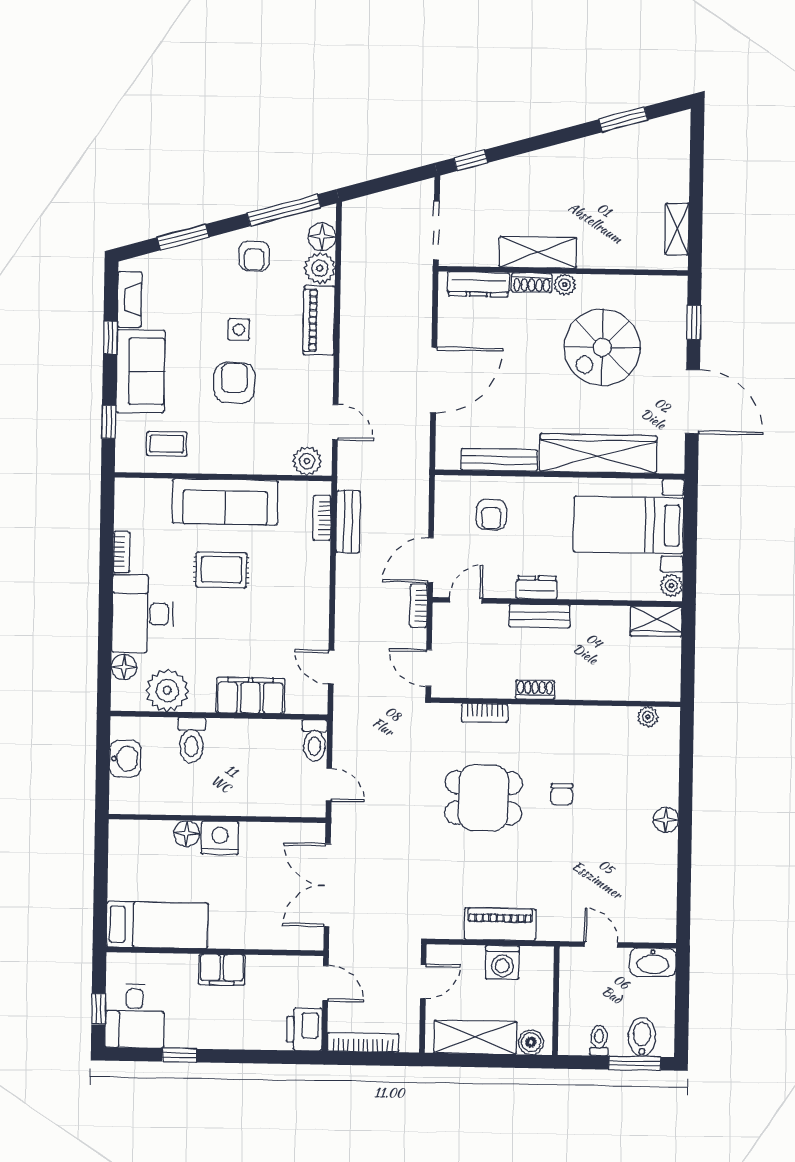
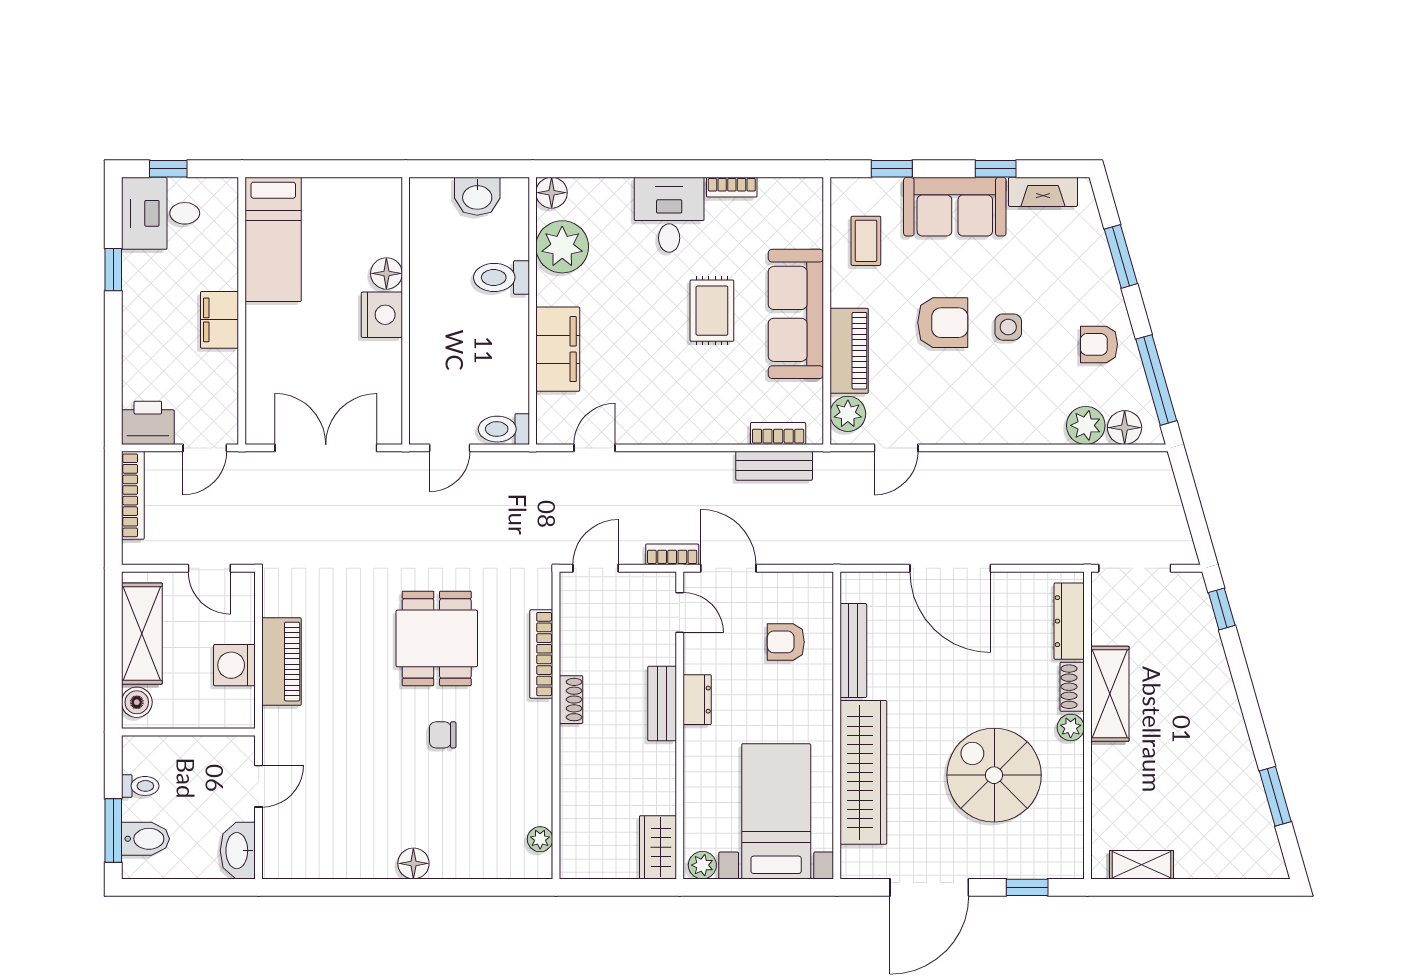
piano: (319, 320) -> (849, 351), moved, turned 90
desk: (143, 614) -> (669, 215), width x0.73
floor lamp: (124, 667) -> (552, 193), moved
bookcase: (485, 713) -> (541, 654), width x1.56

